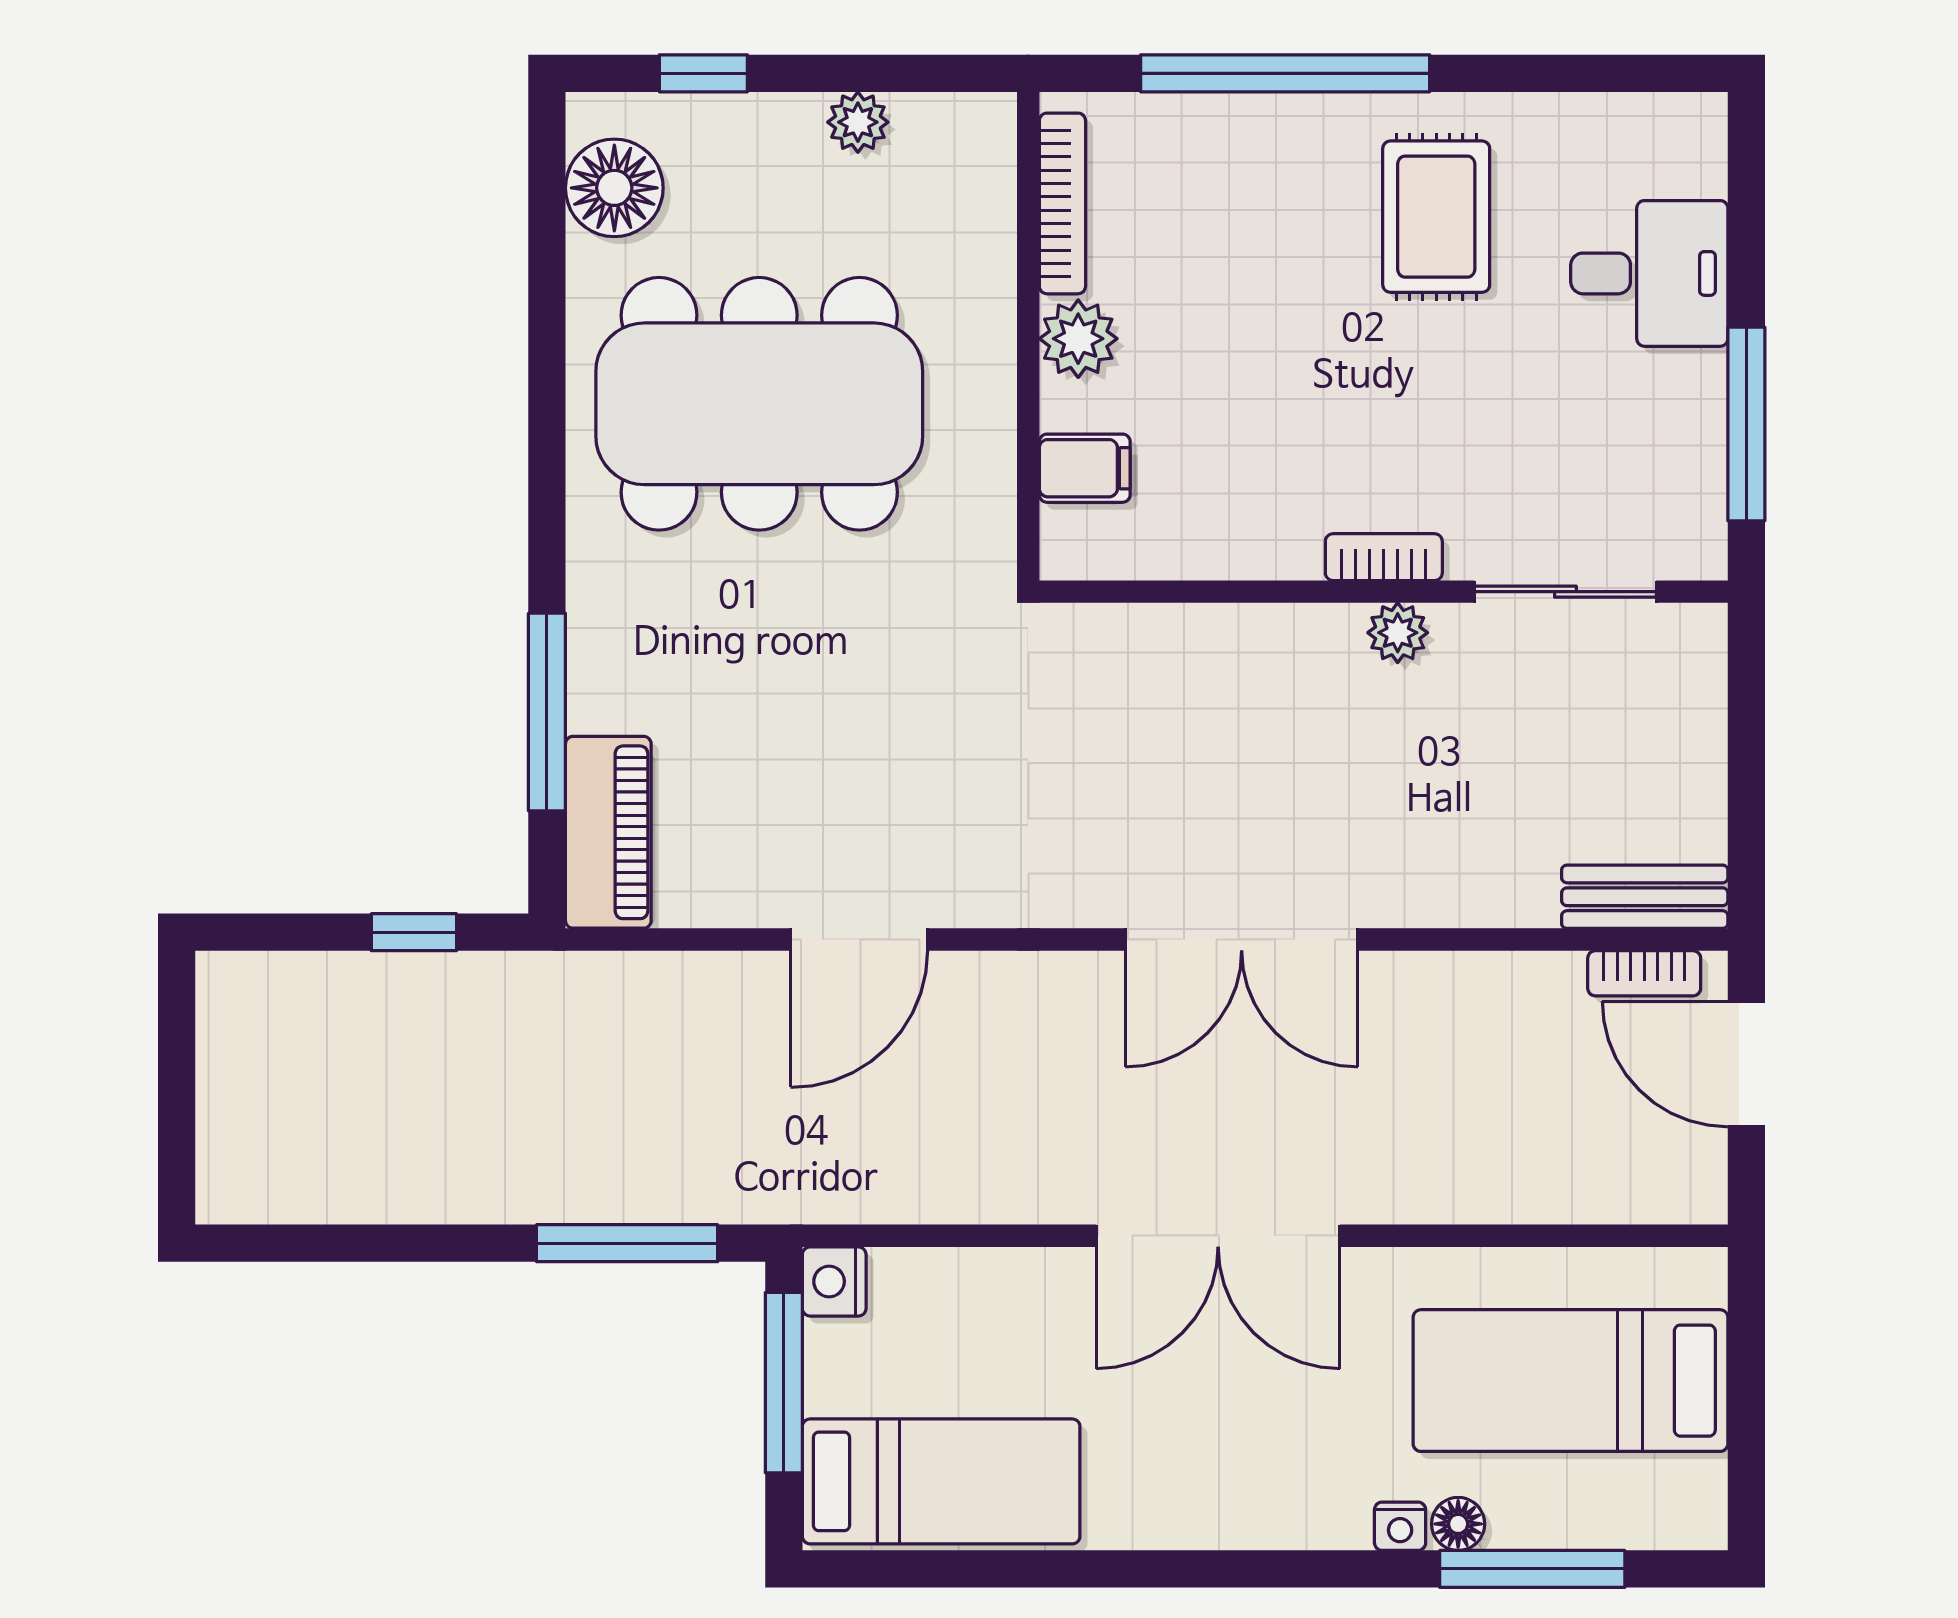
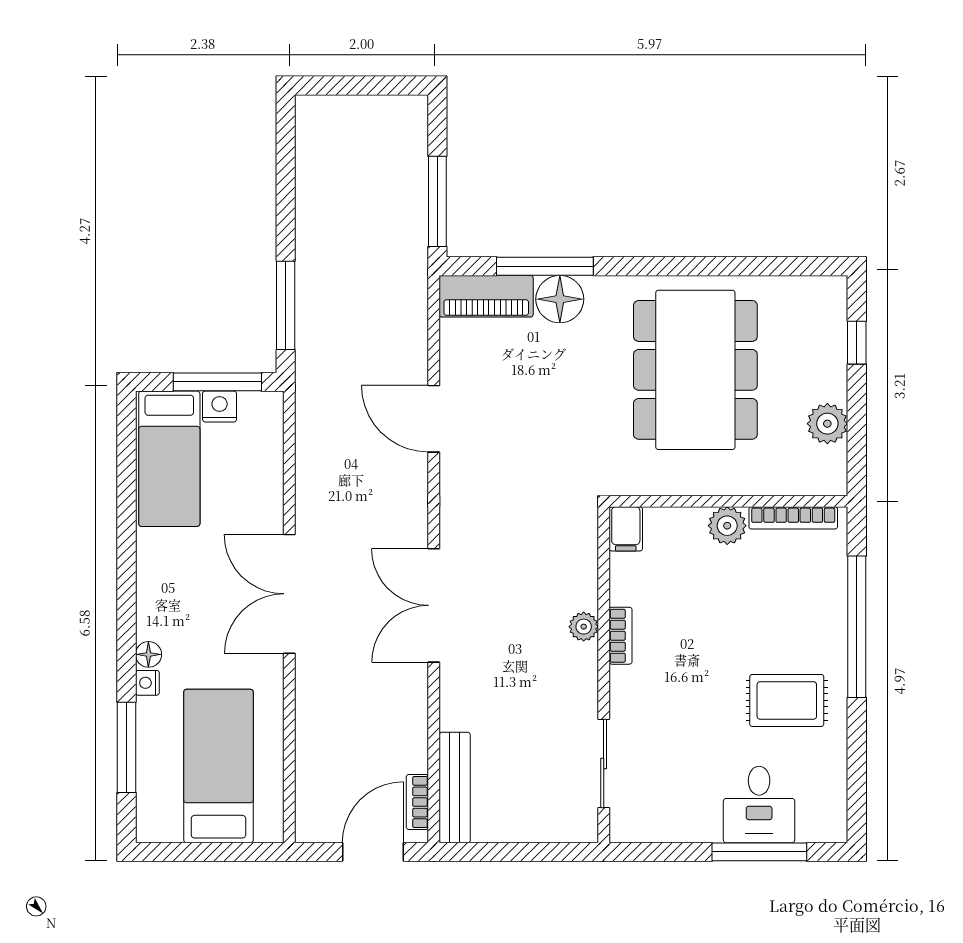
plant: (858, 122) -> (827, 424), width x1.38, depth x1.38
floor lamp: (614, 188) -> (560, 299), moved
window: (1746, 424) -> (759, 852), moved
filing cabinet: (1085, 468) -> (626, 529), moved
bookcase: (1384, 557) -> (621, 636), moved
plant: (1398, 633) -> (584, 627), moved
bench: (1645, 897) -> (455, 788), width x1.36
window: (414, 932) -> (437, 201), width x2.17
nightstand: (834, 1281) -> (220, 407), moved
floor lamp: (1458, 1524) -> (148, 654), moved

